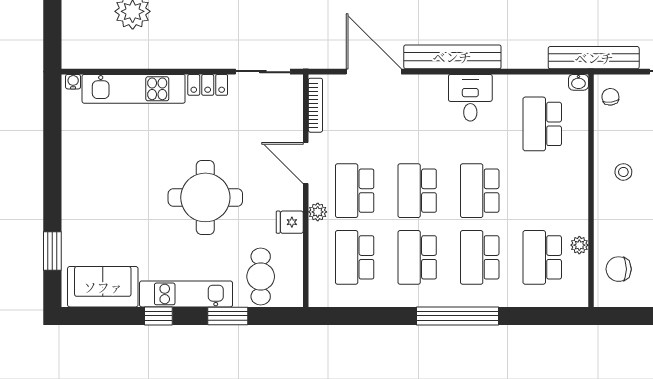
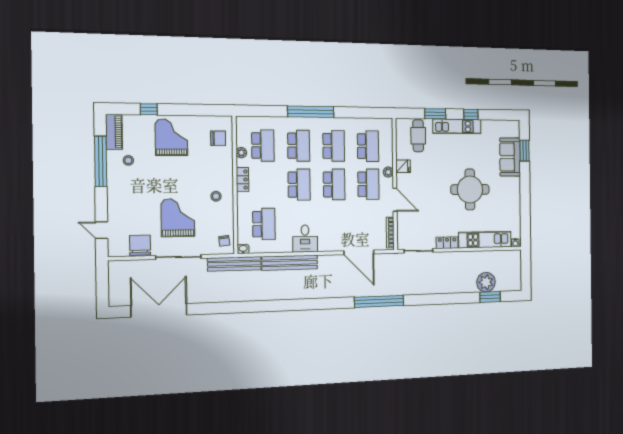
bench: (452, 57) -> (290, 263), moved
round table: (205, 197) -> (470, 189), moved
locker: (578, 200) -> (242, 180), added
sofa: (103, 287) -> (510, 157), moved, turned 90

